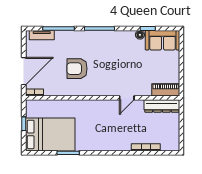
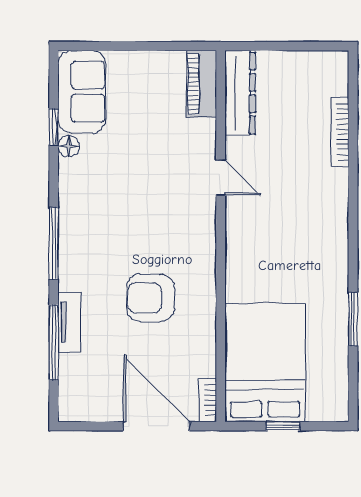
tv unit: (42, 35) -> (69, 322), moved
armchair: (77, 69) -> (150, 298), turned 90
bed: (50, 134) -> (265, 362), moved

